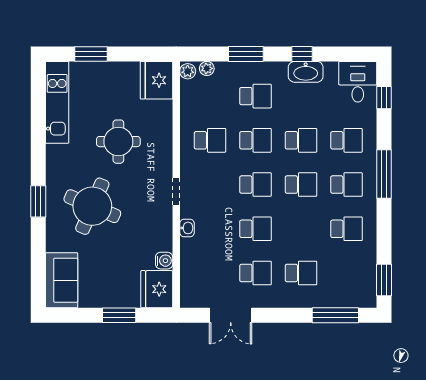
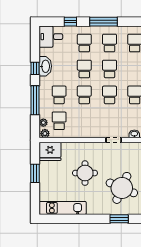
window: (91, 54) -> (35, 173), moved
window: (246, 54) -> (35, 100), width x1.44
window: (384, 98) -> (70, 22), moved
school desk: (210, 140) -> (59, 121), moved

